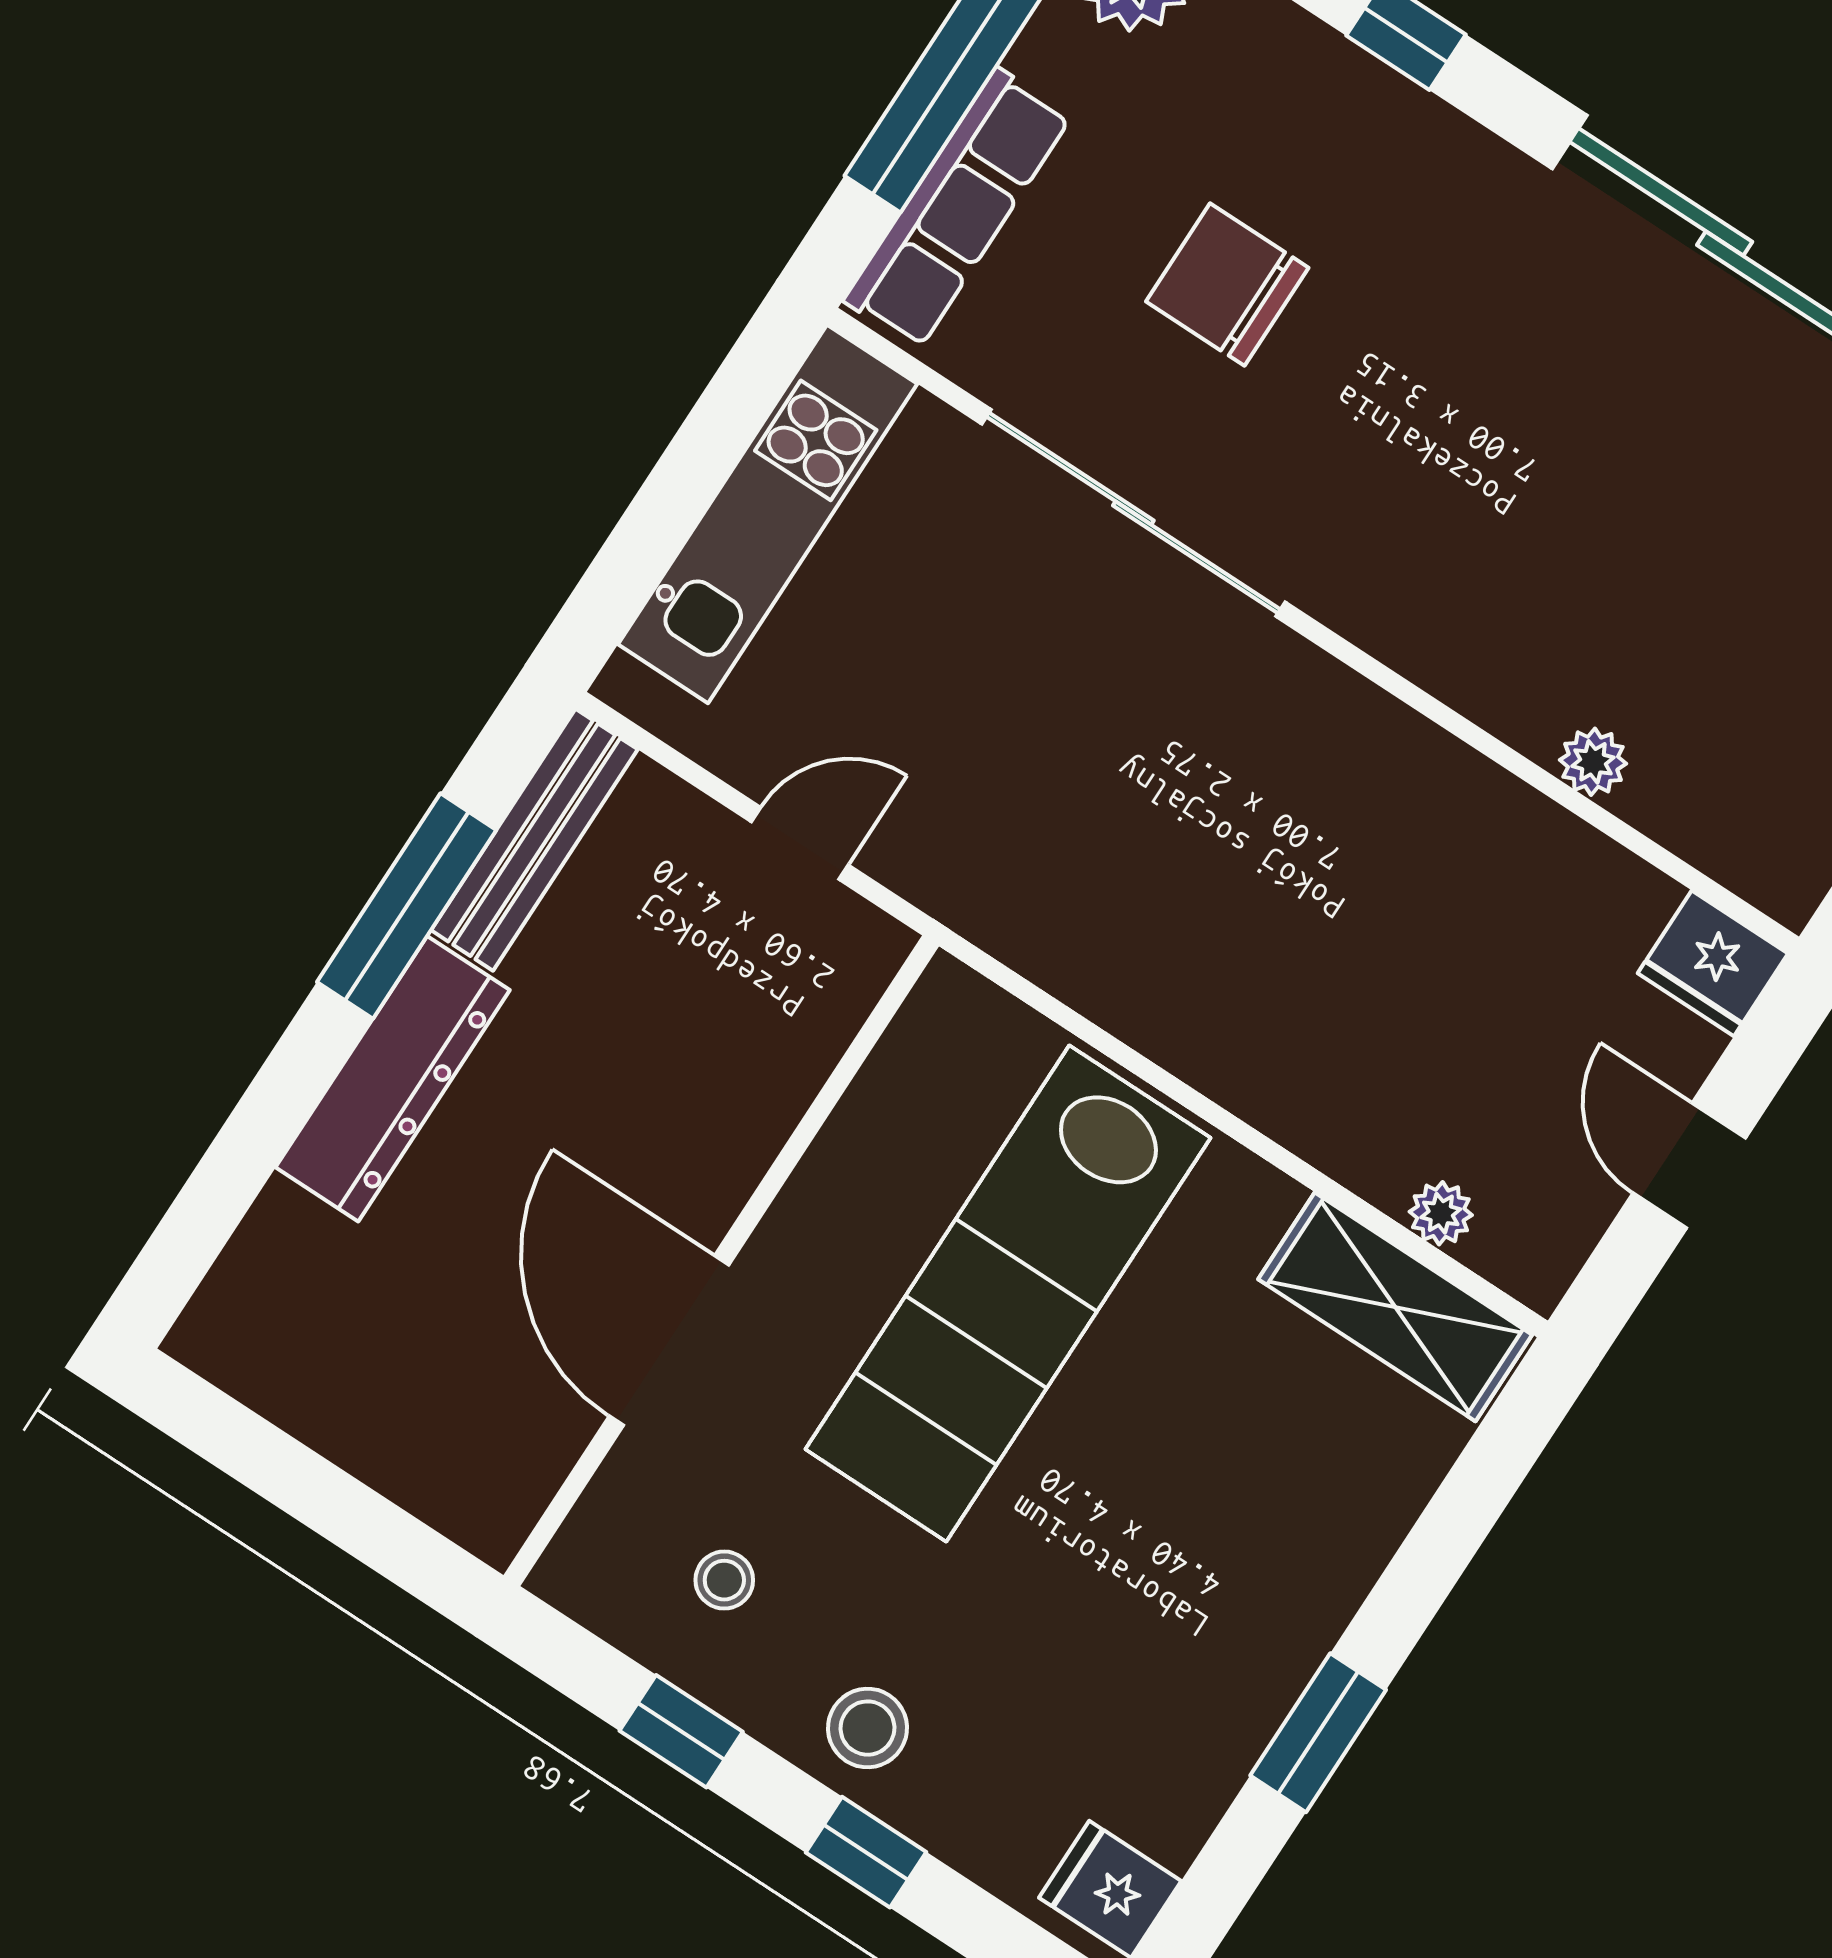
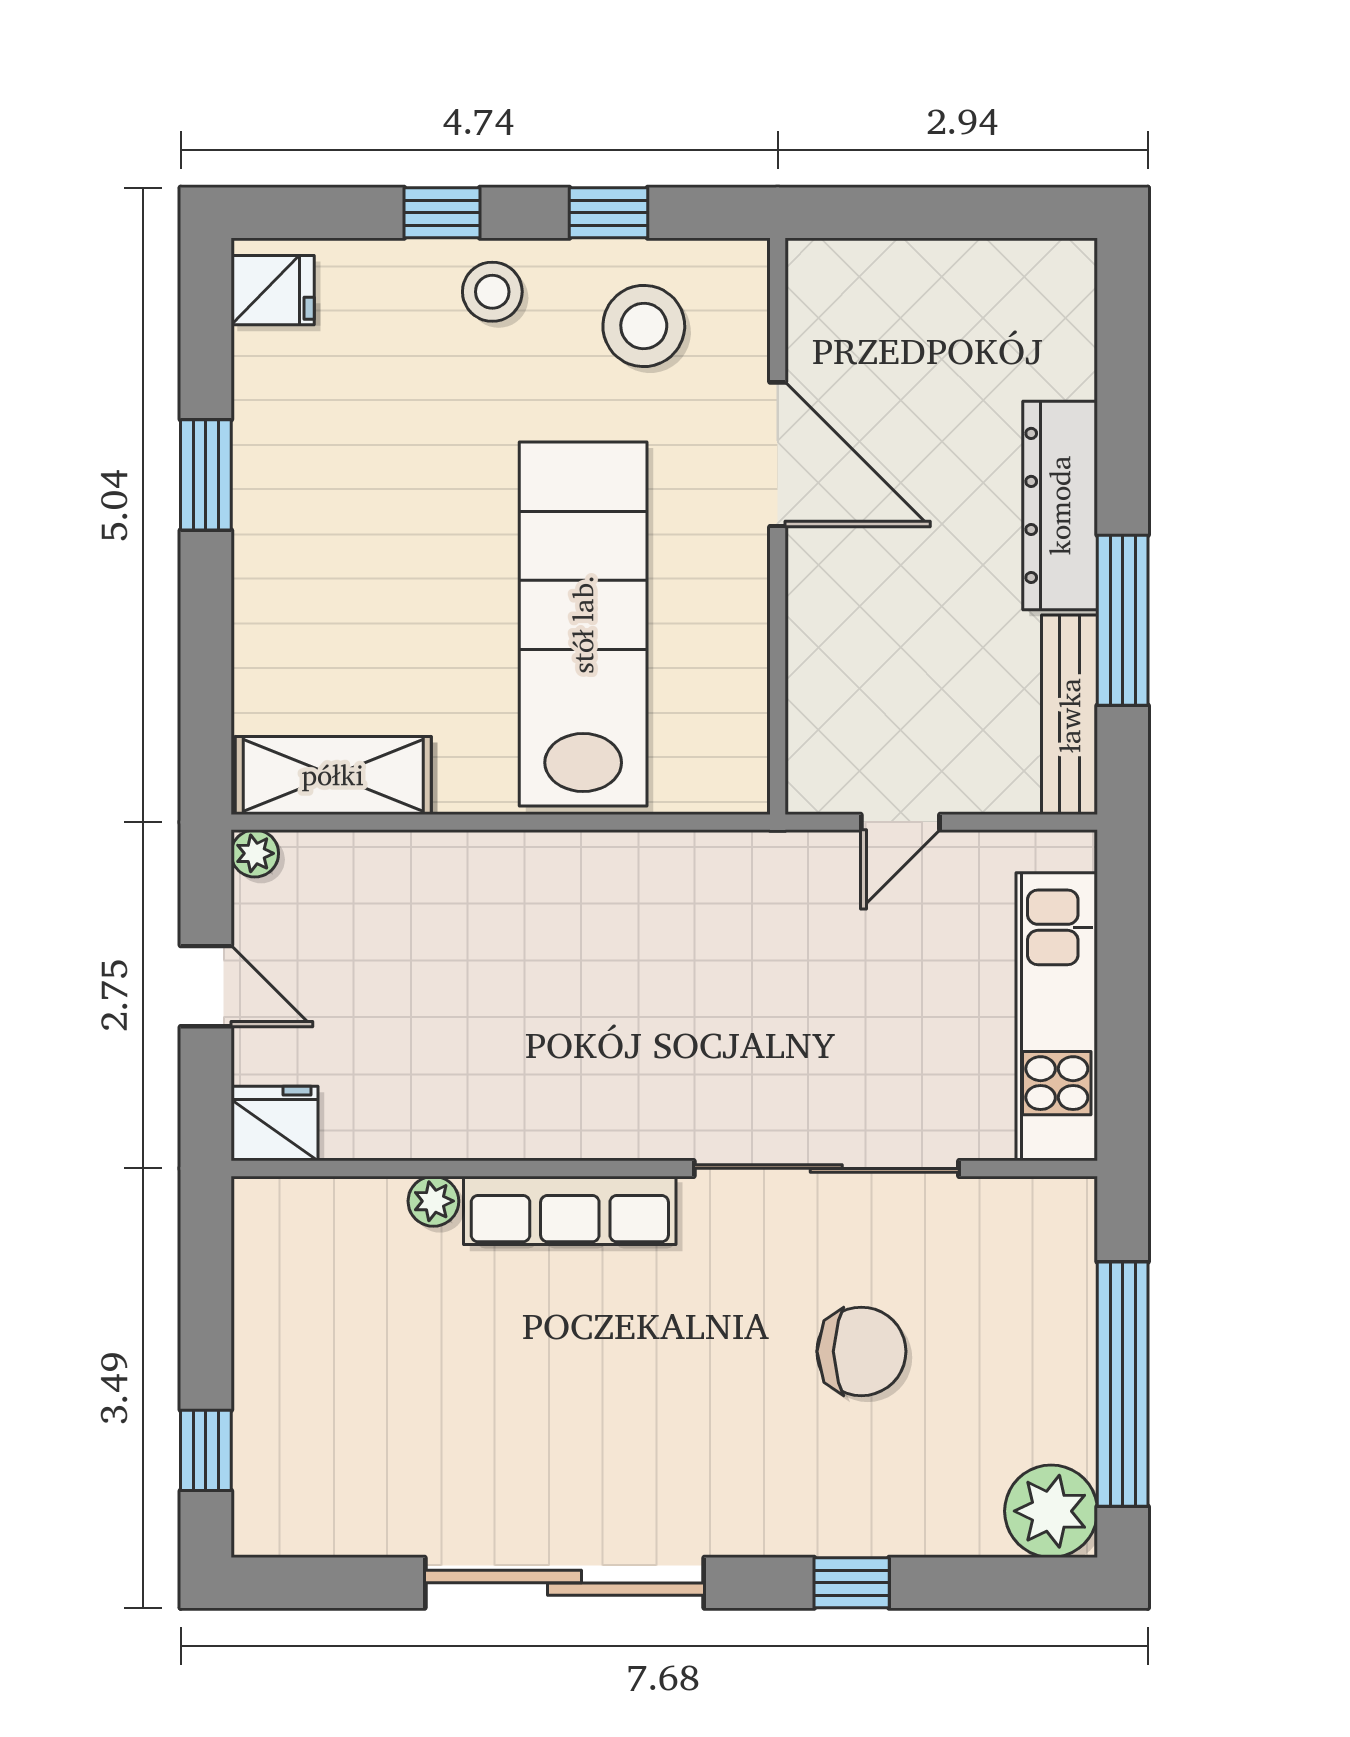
row of seats: (958, 208) -> (570, 1210), moved, turned -90
plant: (1441, 1213) -> (255, 853), moved
stool: (724, 1580) -> (644, 326), width x1.89, depth x1.89

